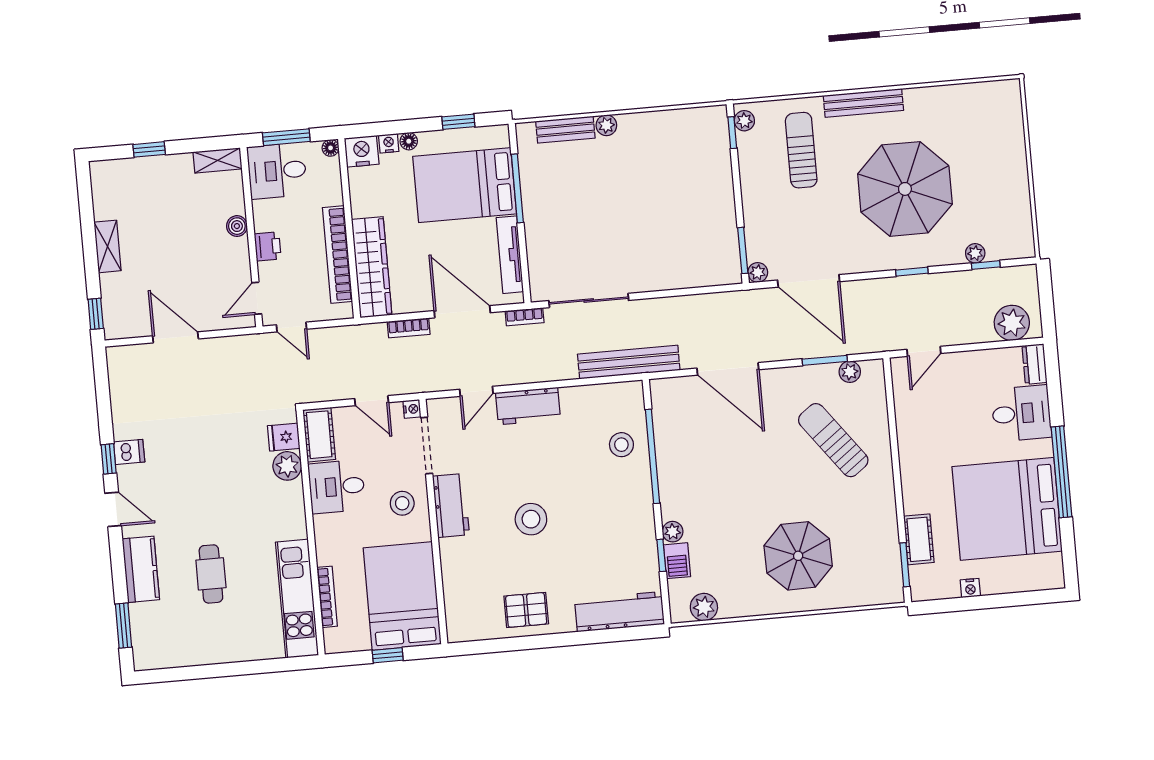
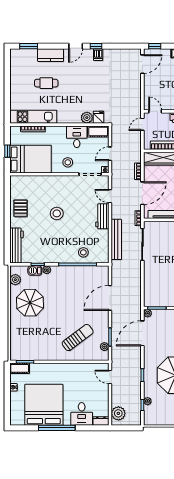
door: (175, 337) -> (142, 64), moved
bench: (629, 362) -> (116, 239), moved
workbench: (451, 505) -> (65, 182), removed
cot: (919, 539) -> (20, 368), moved
parasol: (798, 556) -> (30, 303), moved

